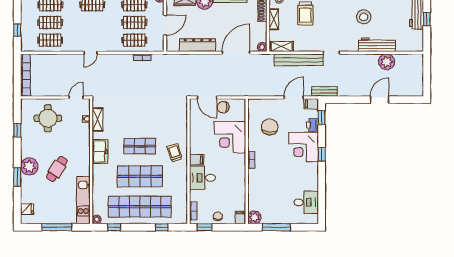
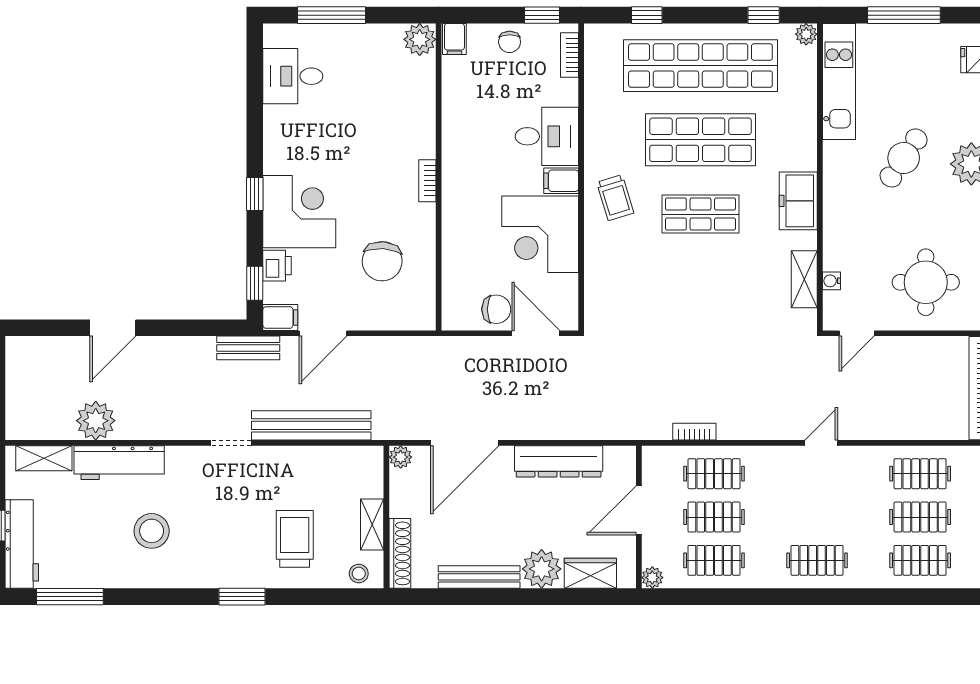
shelving: (282, 46) -> (44, 458), moved
corner desk: (230, 137) -> (540, 234), moved, turned 180
window: (276, 227) -> (332, 15), moved

